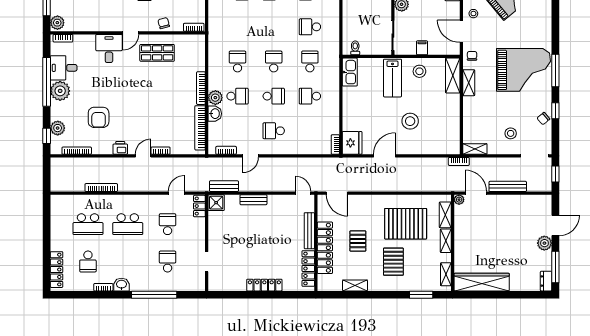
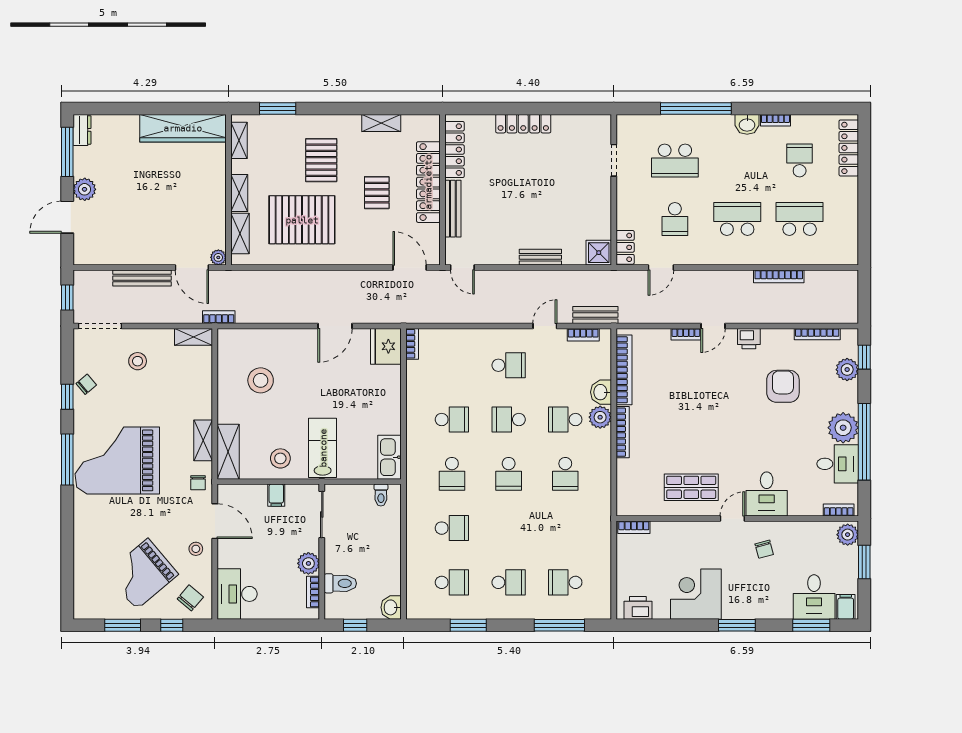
chair: (164, 23) -> (764, 549), moved
stool: (410, 121) -> (261, 380), moved
bench: (224, 186) -> (595, 315), moved
school desk: (168, 262) -> (675, 160), width x1.85

